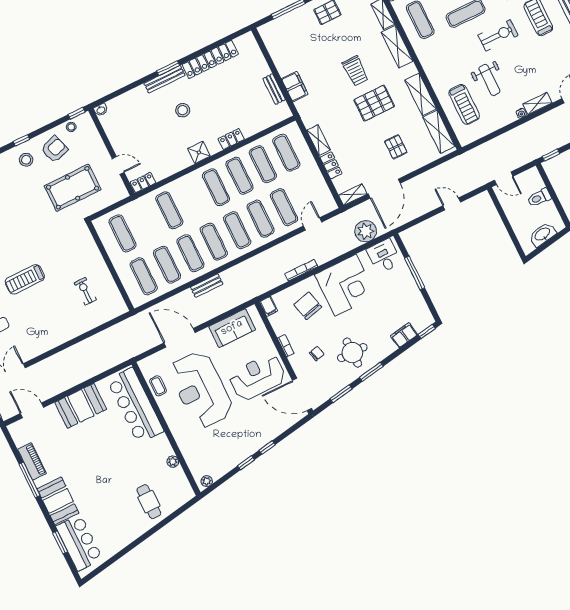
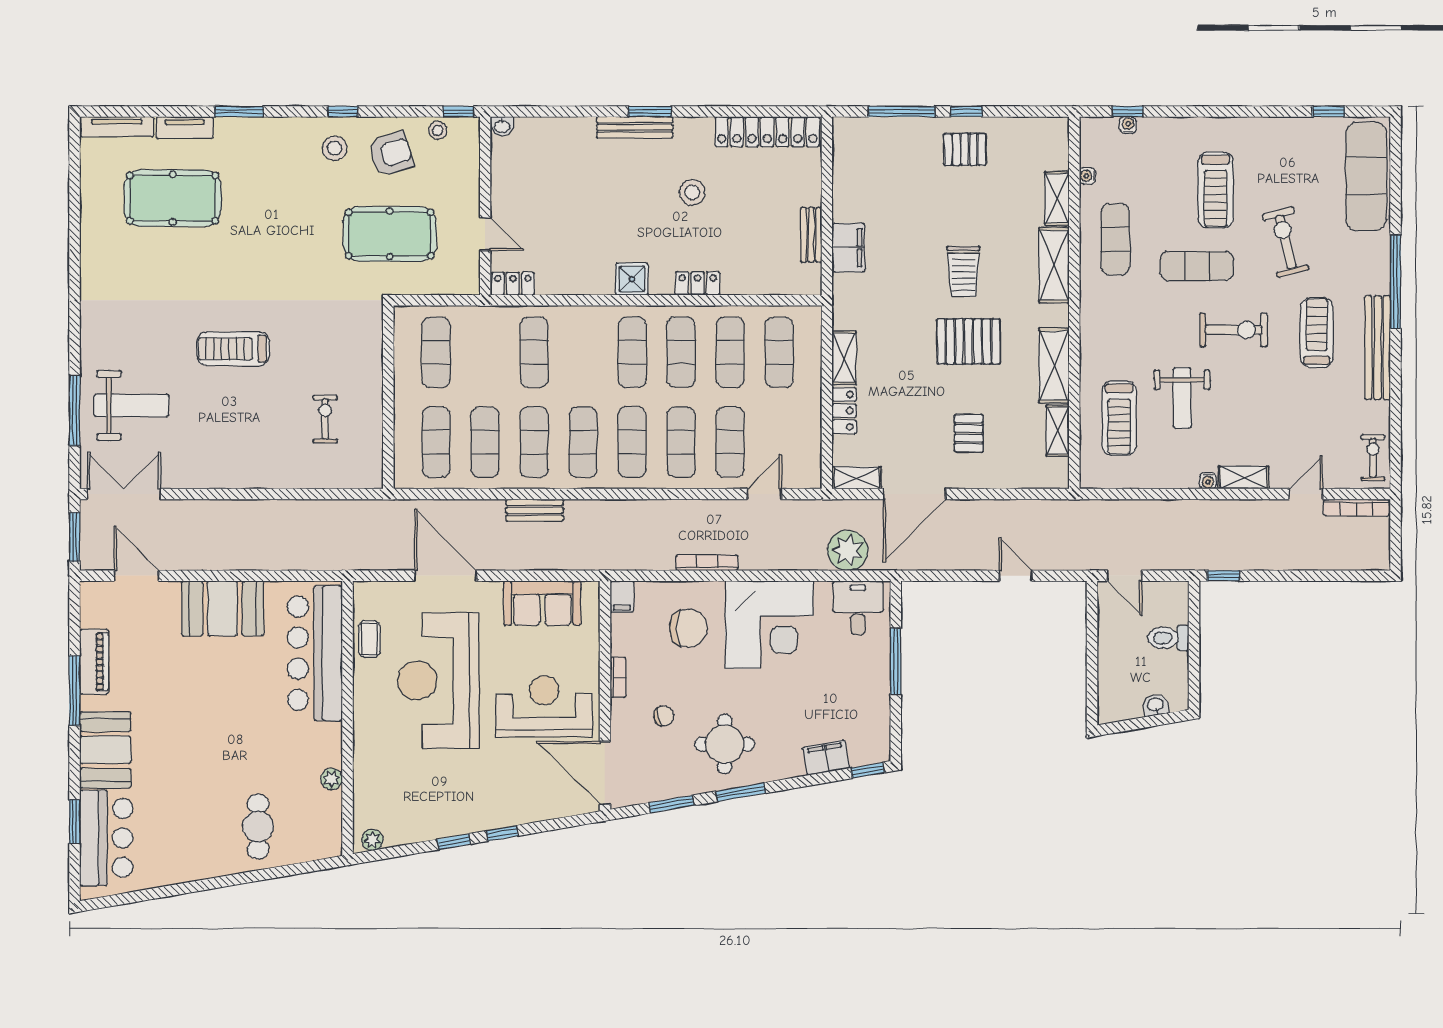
locker: (210, 59) -> (767, 132), moved
stool: (183, 110) -> (692, 192), moved
shelving: (439, 132) -> (1058, 431), width x0.67, depth x0.75
washbasin: (542, 234) -> (1155, 705), width x0.52, depth x0.69
chair: (308, 306) -> (688, 628), turned 104

